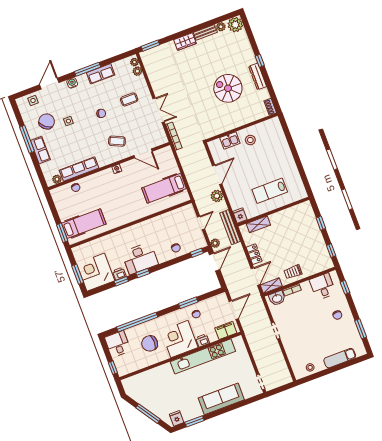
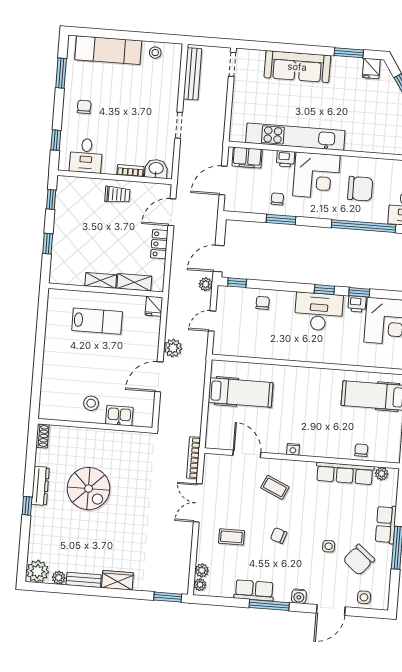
bench: (230, 227) -> (193, 74), moved
shelving: (271, 286) -> (101, 280), moved
exam couch: (340, 358) -> (108, 50), width x1.36, depth x1.45

